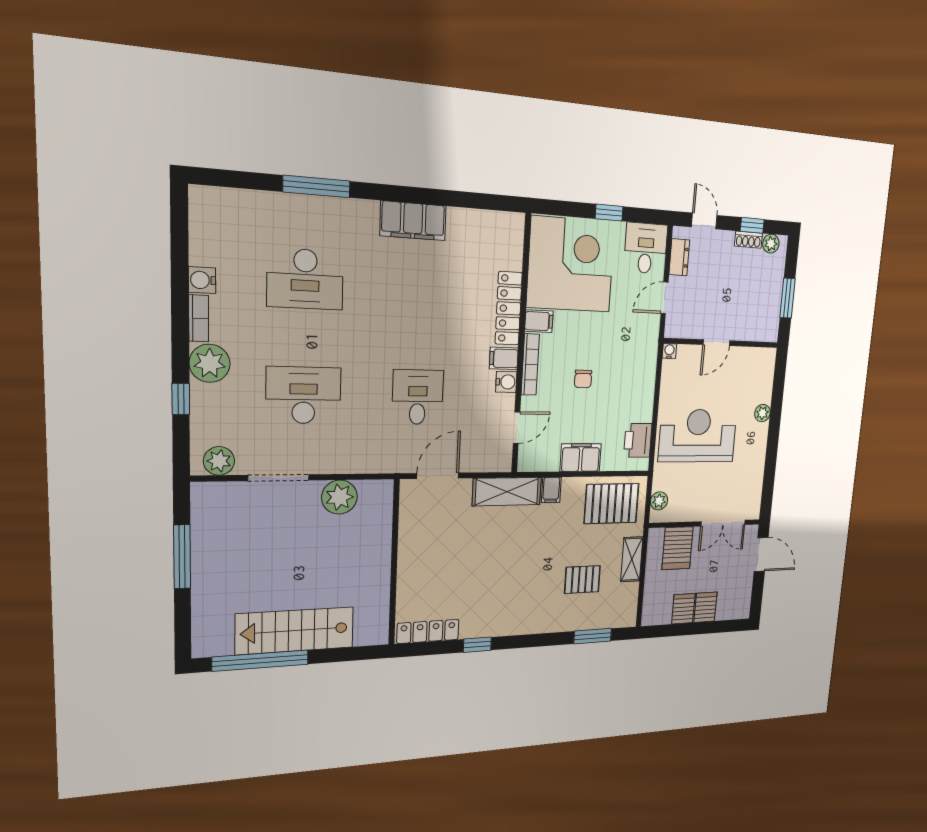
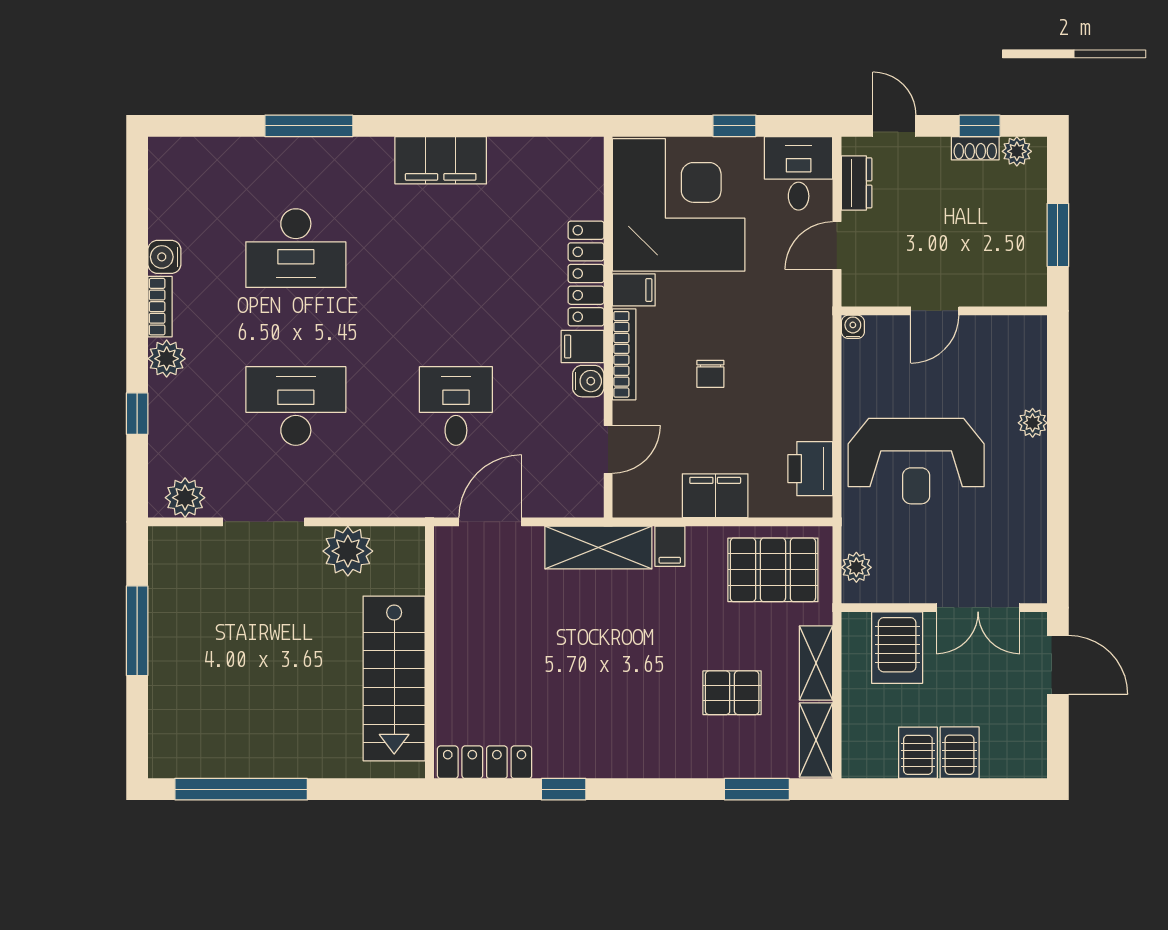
plant: (210, 363) -> (167, 359), width x0.73, depth x0.73
reception desk: (698, 436) -> (916, 461), turned 180
shelving: (628, 605) -> (816, 740), added
stairs: (295, 631) -> (394, 678), moved, turned -90

